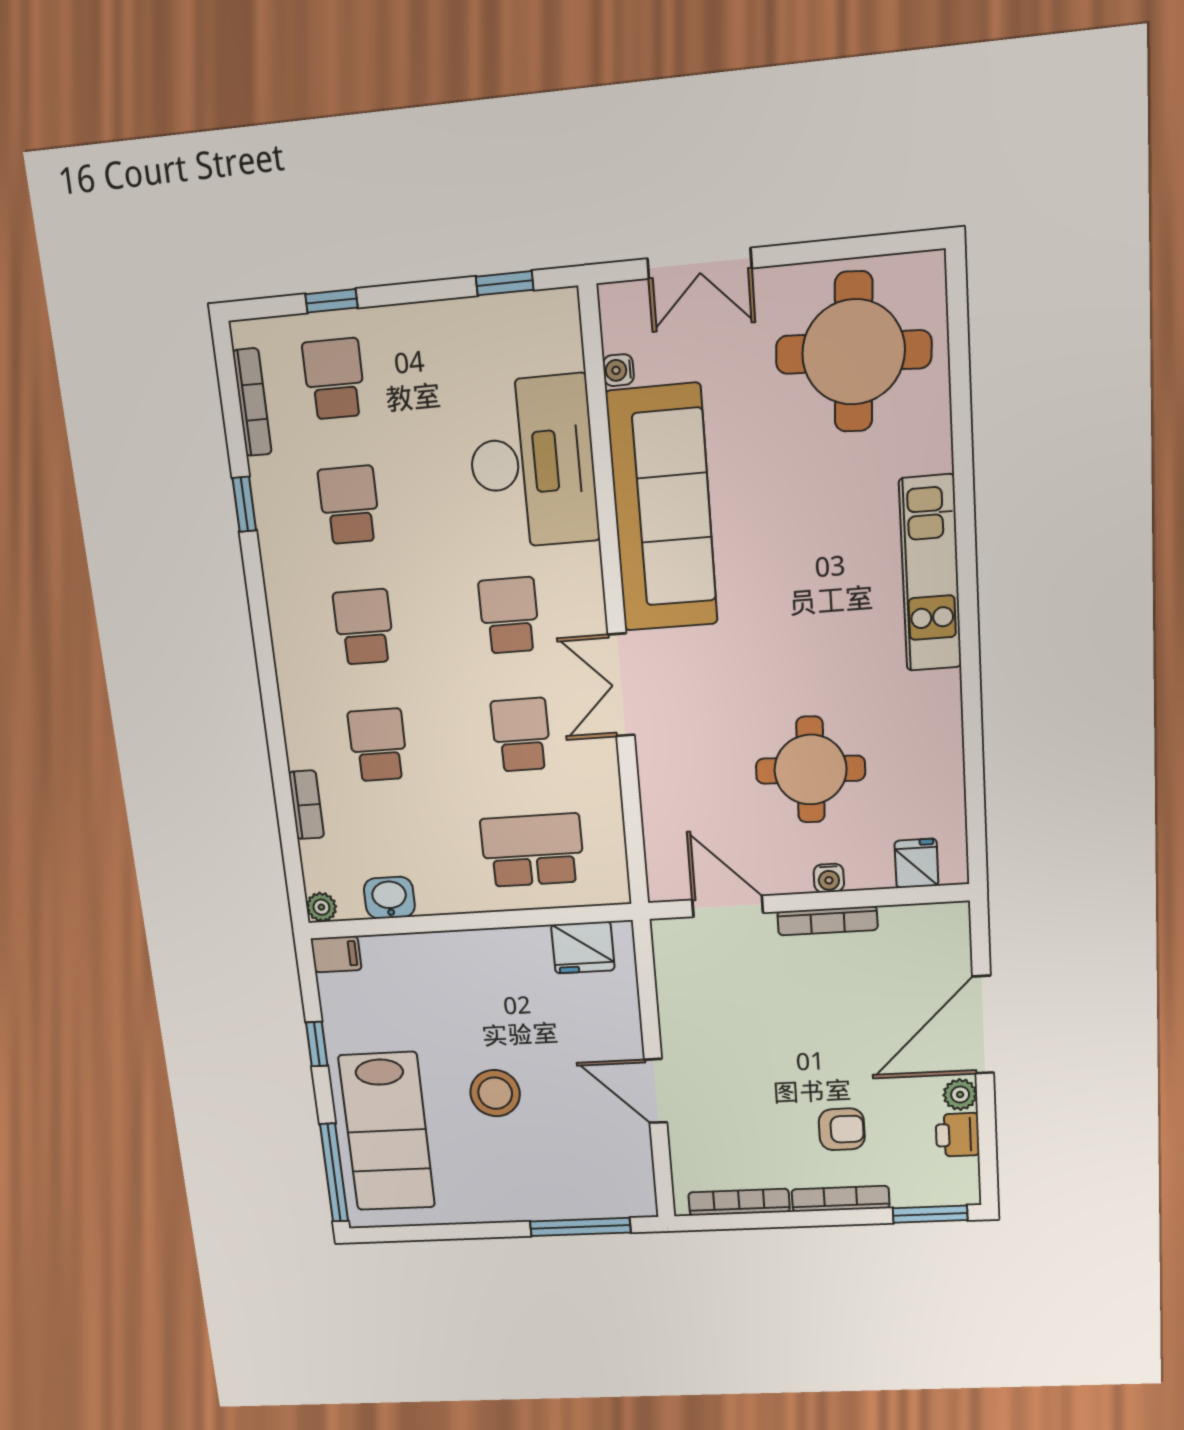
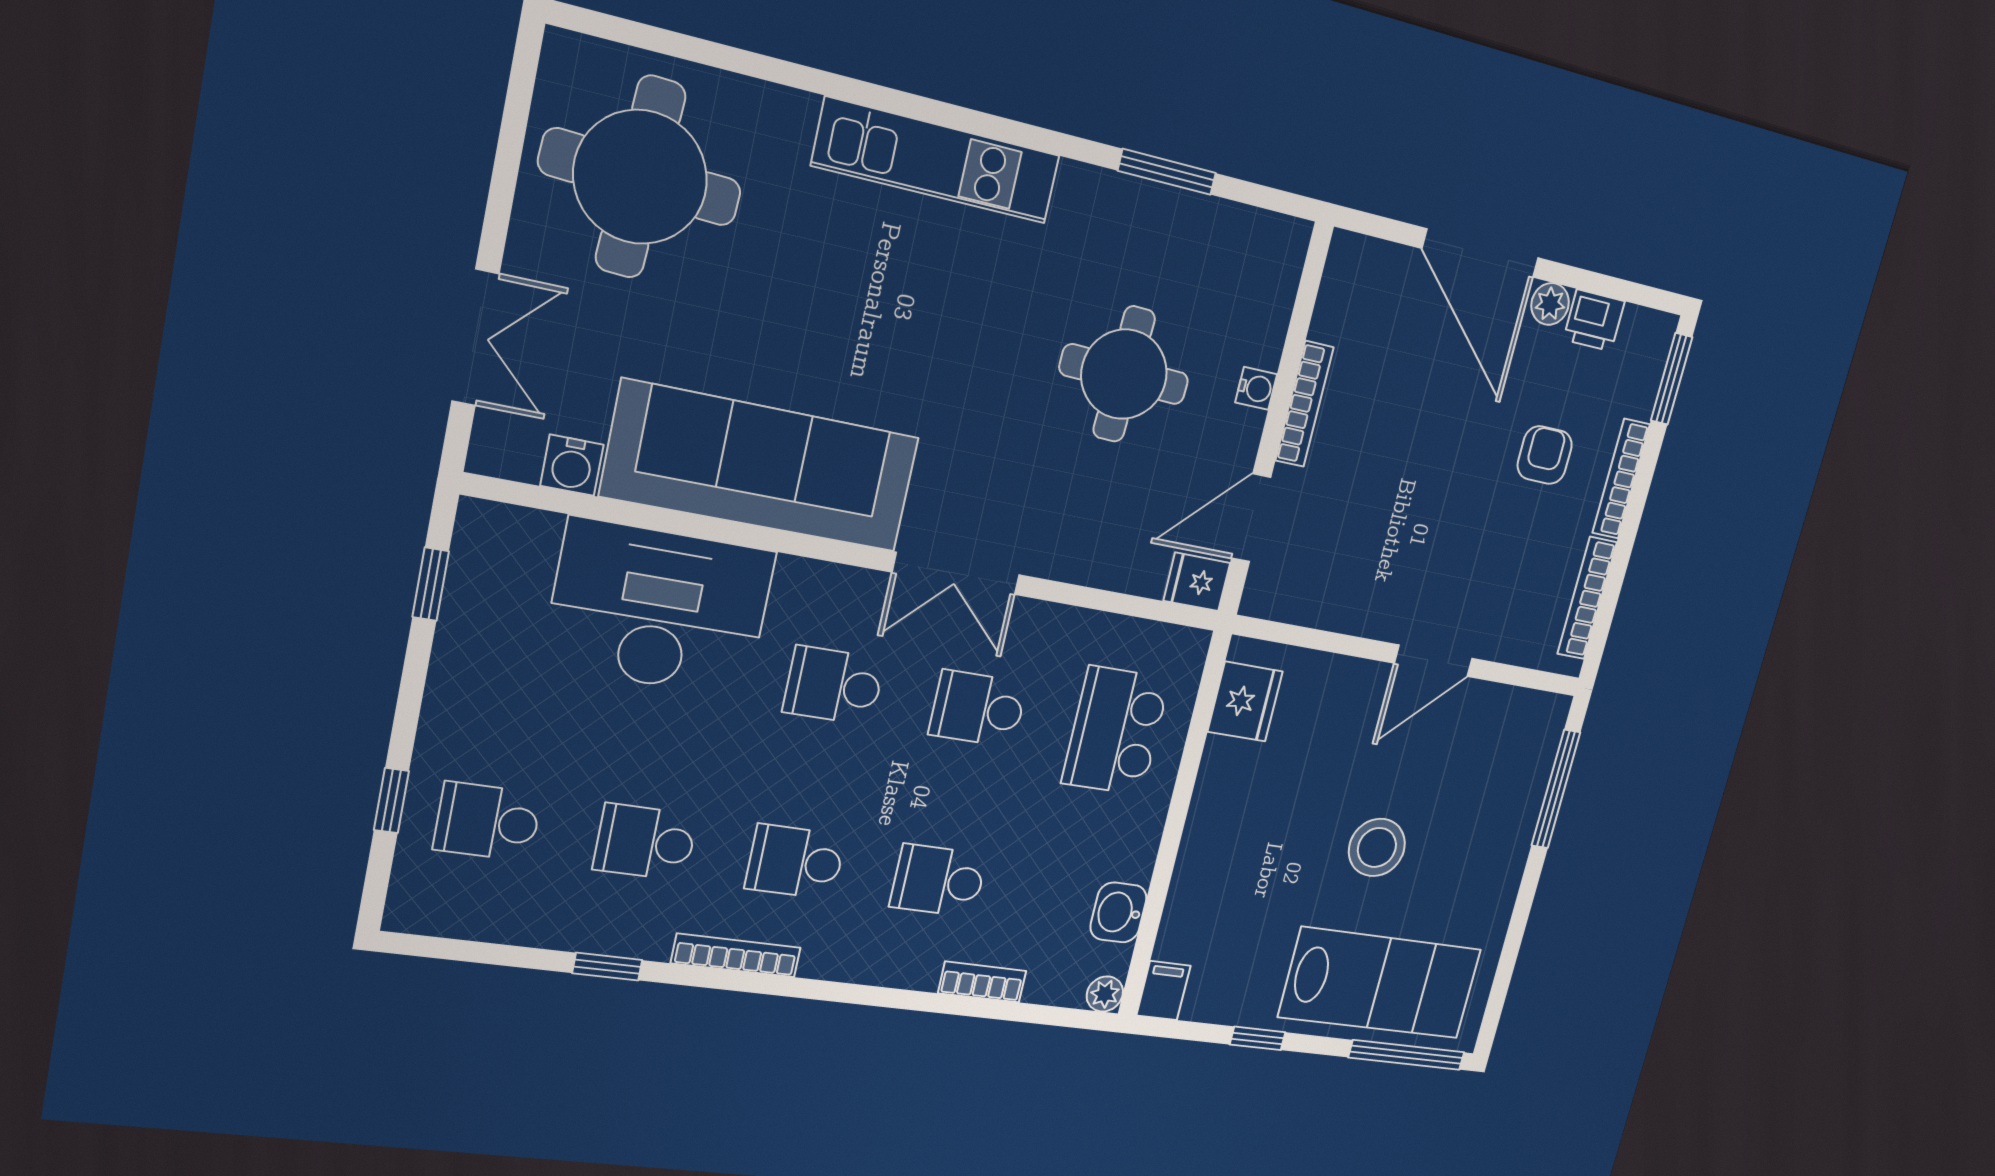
water cooler: (618, 370) -> (572, 465), width x1.38, depth x1.38
bookcase: (252, 402) -> (736, 955), moved
window: (973, 755) -> (1167, 172), added
fridge: (916, 863) -> (1197, 582), moved

